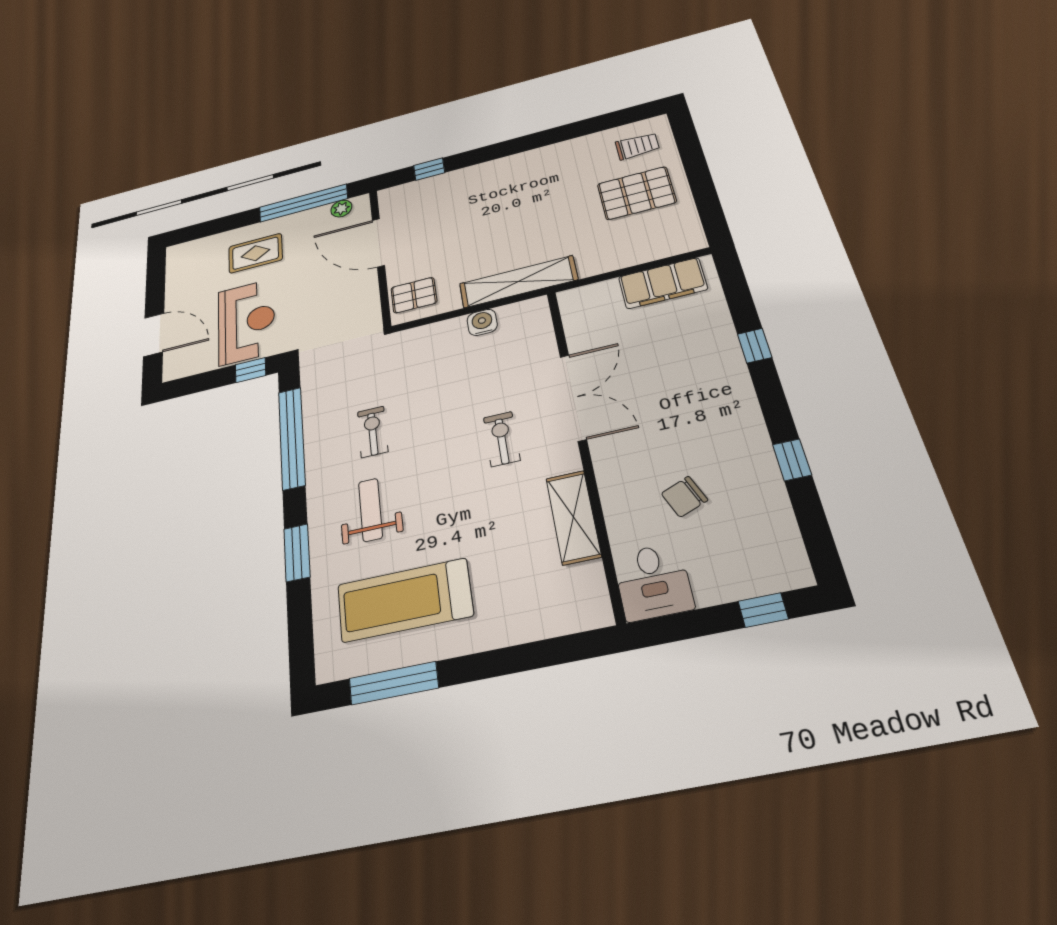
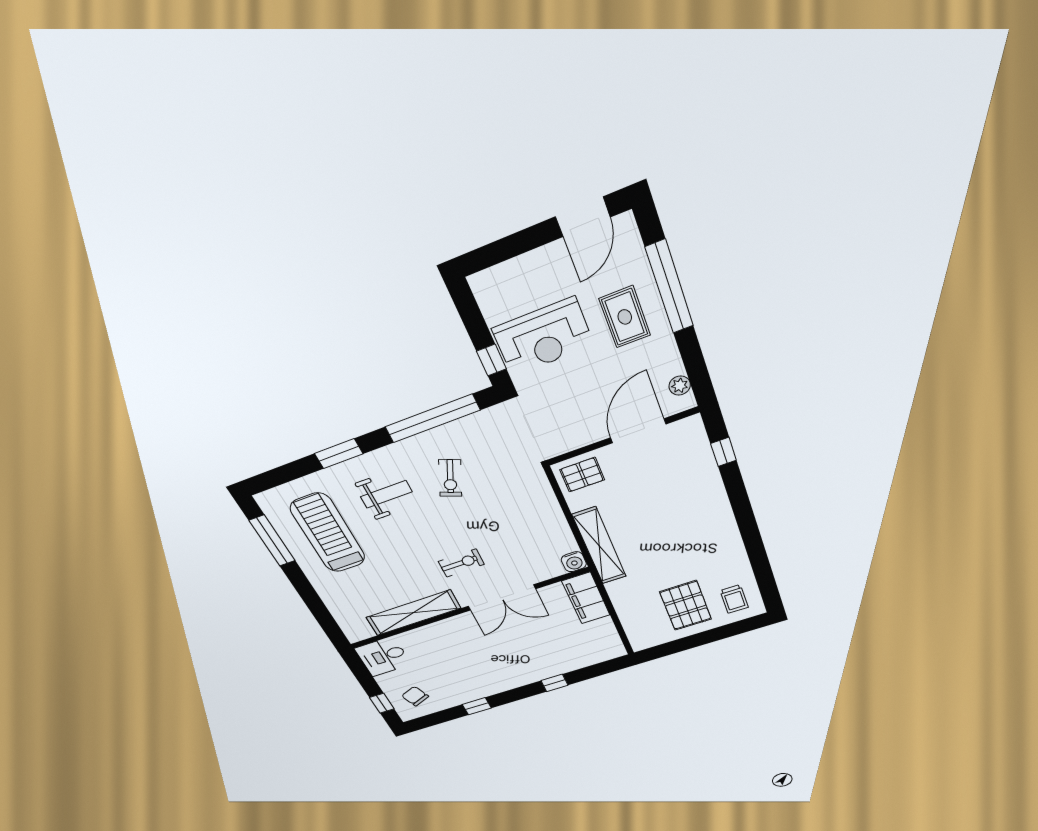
window: (303, 203) -> (669, 287), moved
filing cabinet: (663, 283) -> (586, 598), moved
pallet: (414, 295) -> (582, 475), turned 90
water cooler: (482, 322) -> (574, 562), moved, turned 90
door: (154, 335) -> (583, 217), moved
exercise bike: (373, 432) -> (450, 478), turned 113
chair: (684, 497) -> (415, 696), moved
shelving: (573, 517) -> (413, 613), width x1.47

